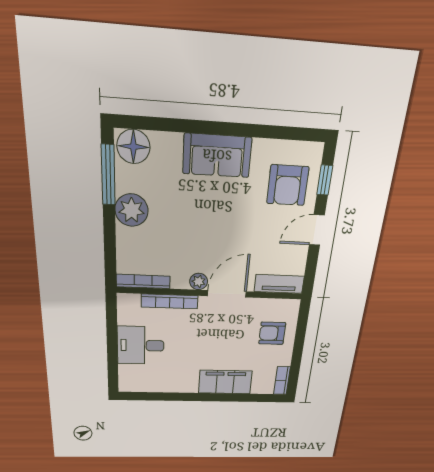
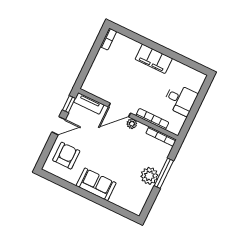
floor lamp: (133, 147) -> (134, 205), removed
window: (108, 175) -> (164, 173), moved
window: (325, 180) -> (69, 104), moved
armchair: (272, 333) -> (103, 74), removed
filing cabinet: (225, 382) -> (154, 59), moved

